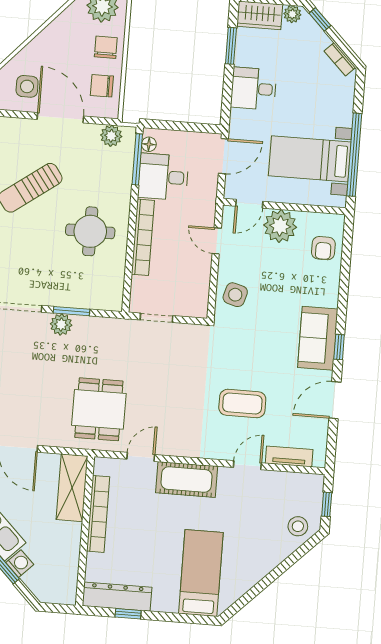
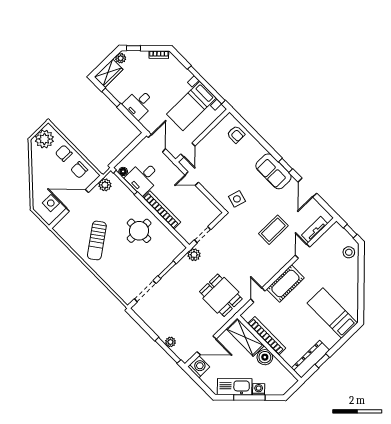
plant: (280, 226) -> (210, 145), removed
side table: (235, 295) -> (237, 199), moved
plant: (61, 325) -> (194, 255), moved
boiler: (68, 536) -> (265, 357), added

